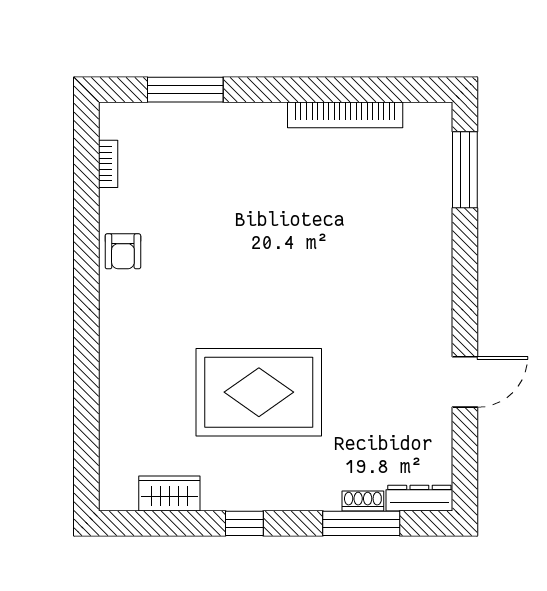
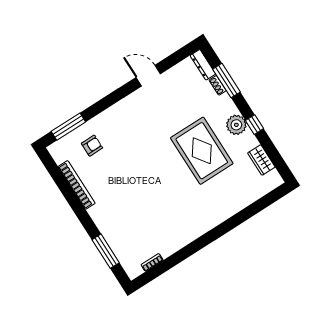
armchair: (123, 251) -> (92, 146), moved
plant: (266, 489) -> (236, 125), added

